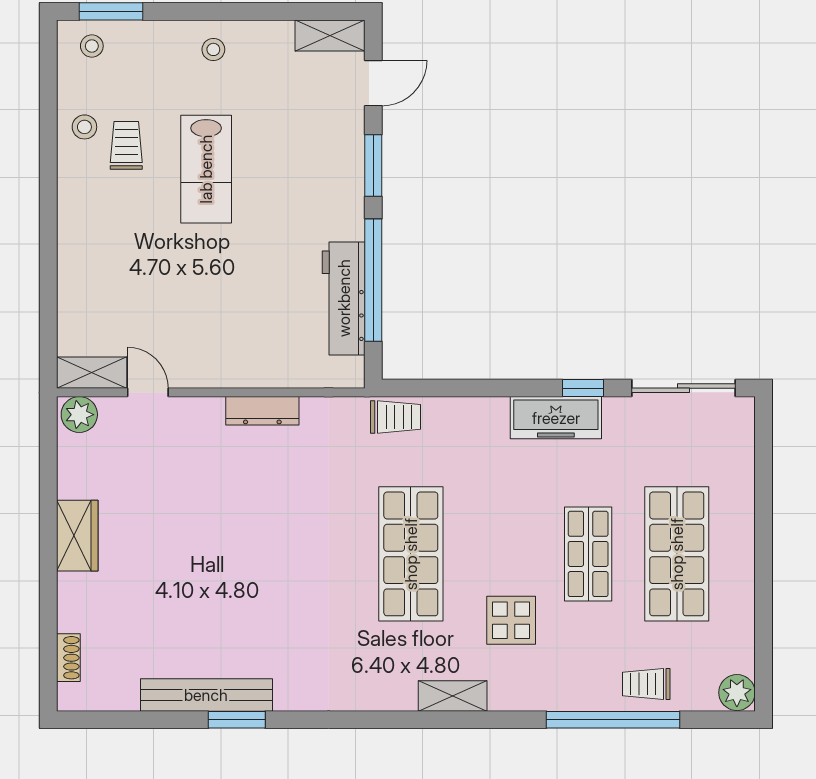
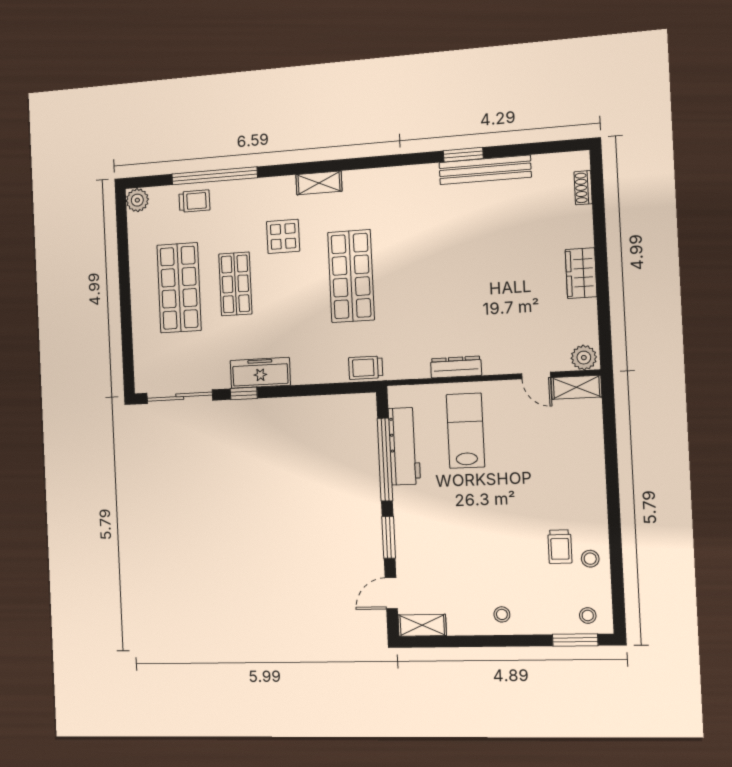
lab bench: (206, 169) -> (465, 431), moved

